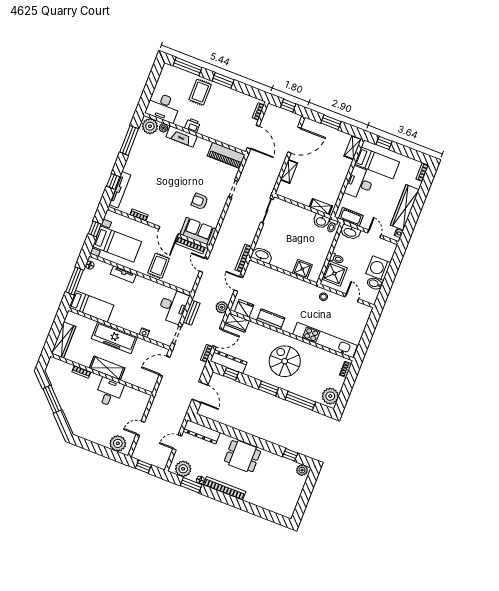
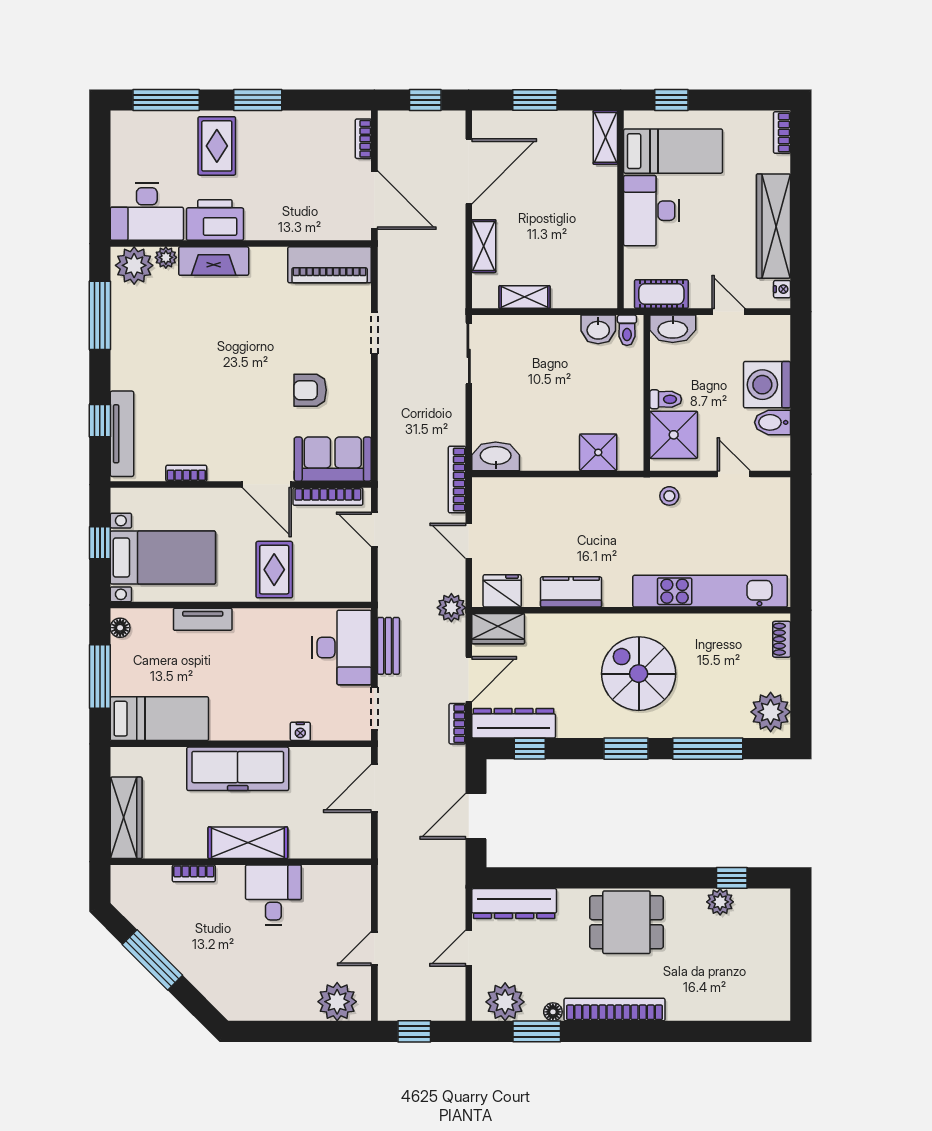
printer: (192, 125) -> (215, 220), width x1.87, depth x1.48
shelving: (321, 207) -> (525, 297), moved
door: (200, 392) -> (476, 816), swing flipped
plant: (302, 470) -> (720, 902), moved

